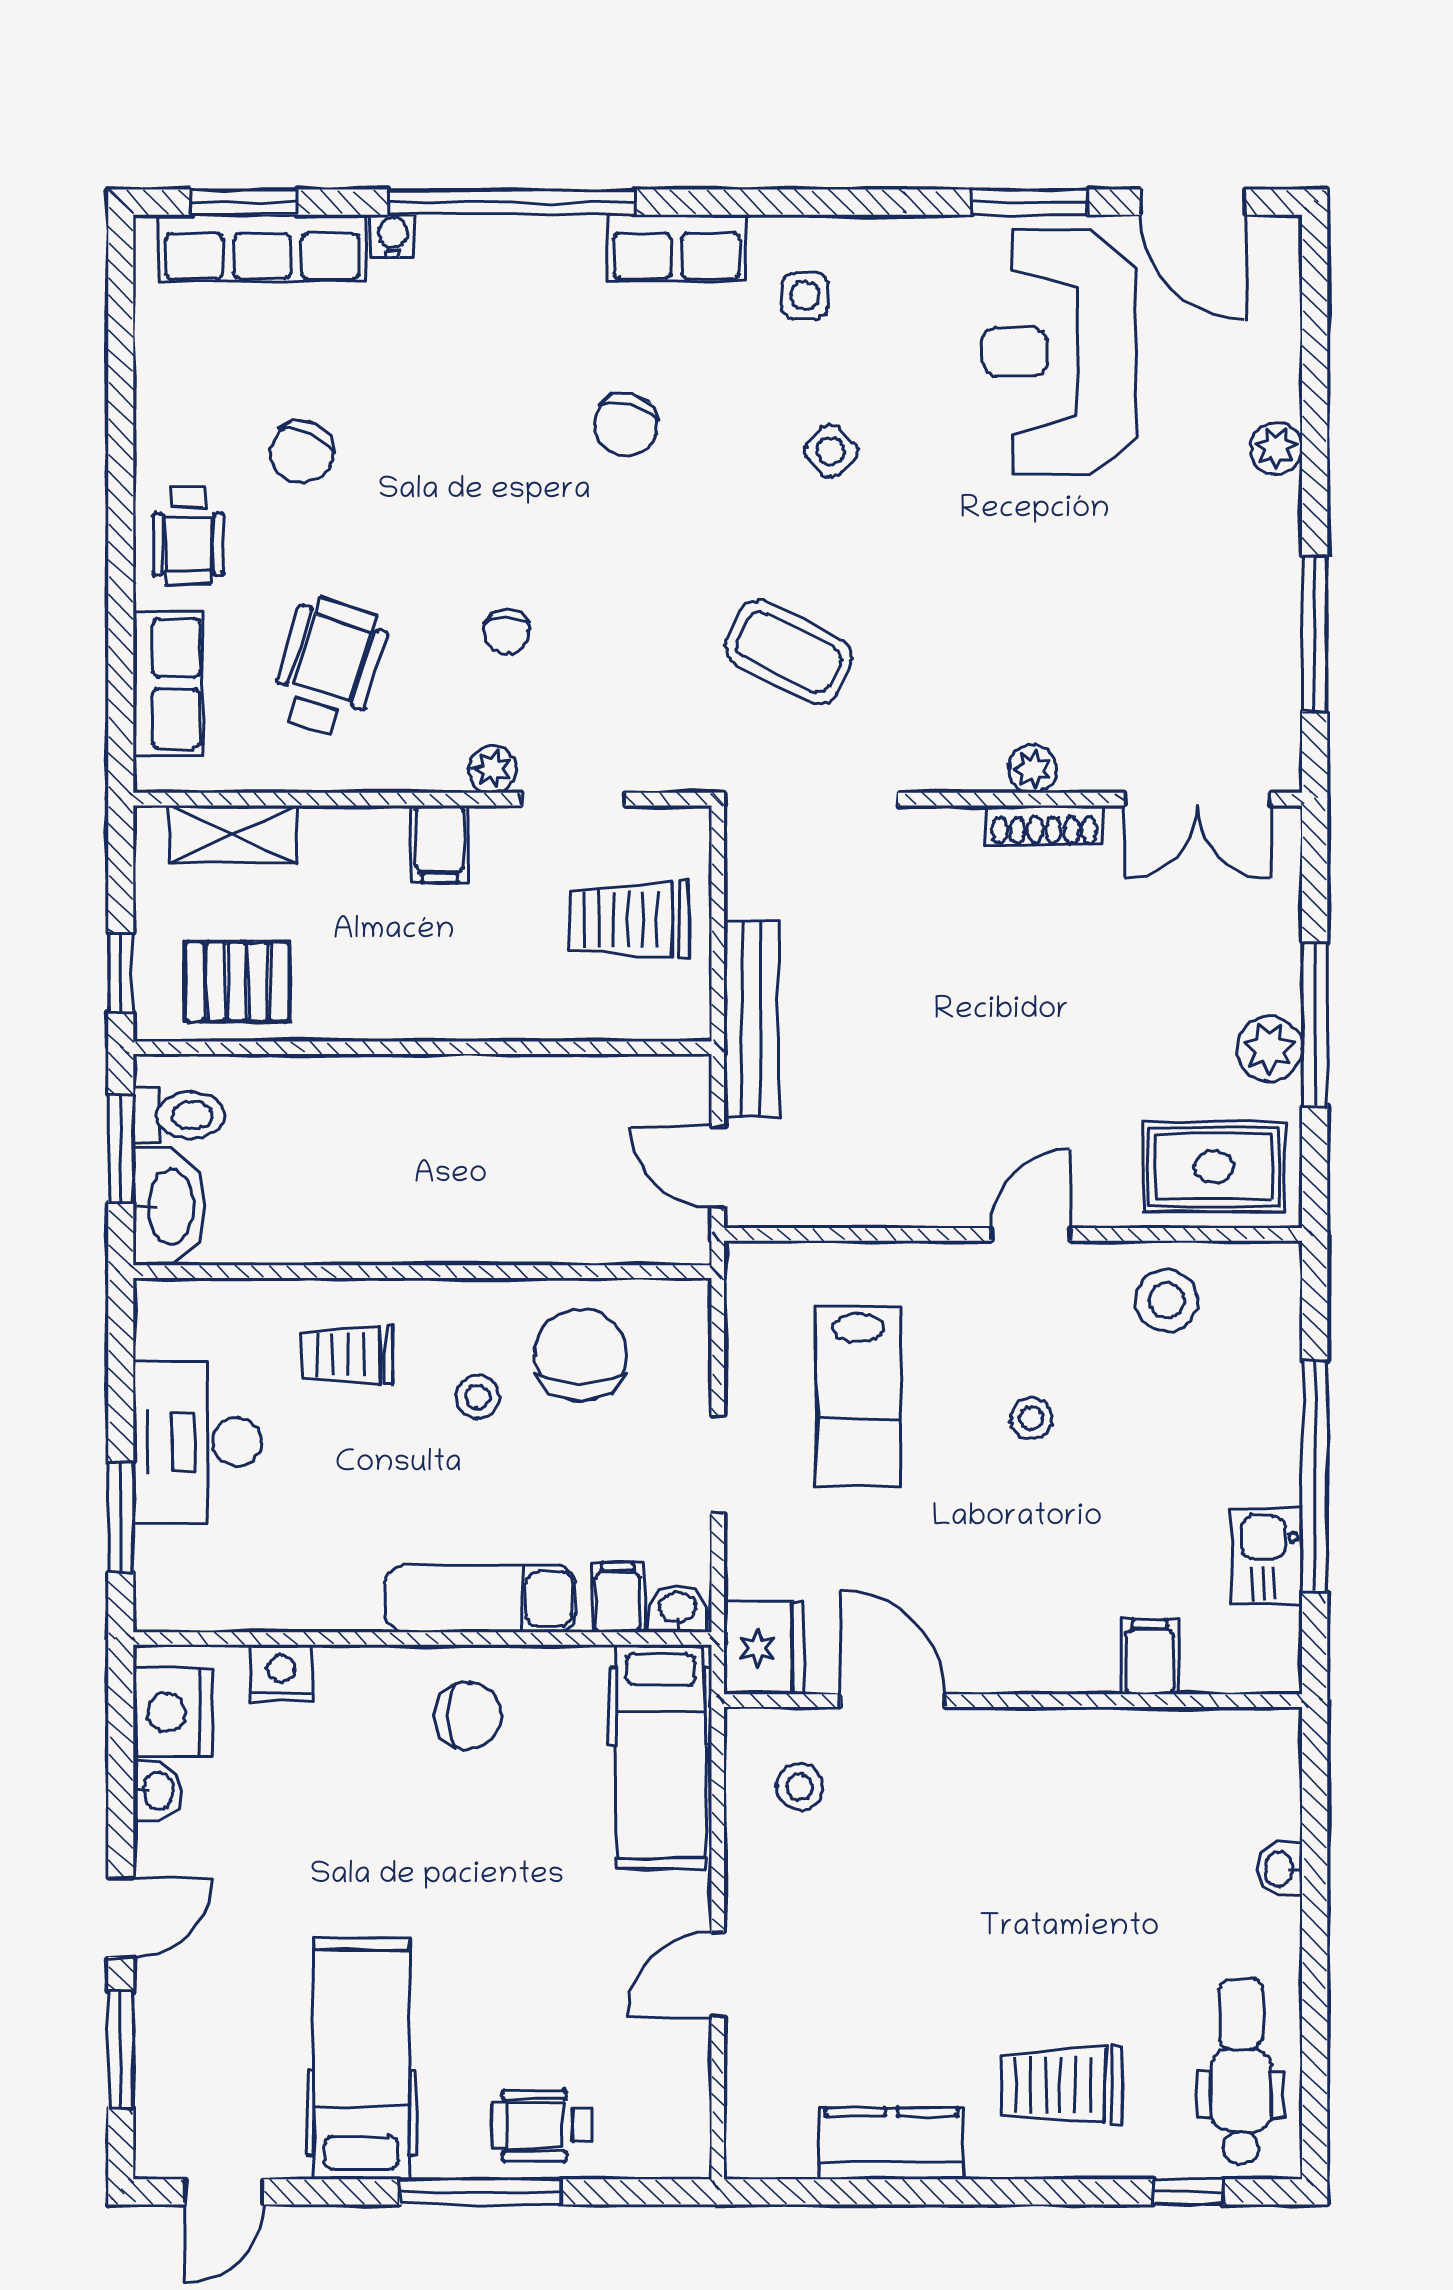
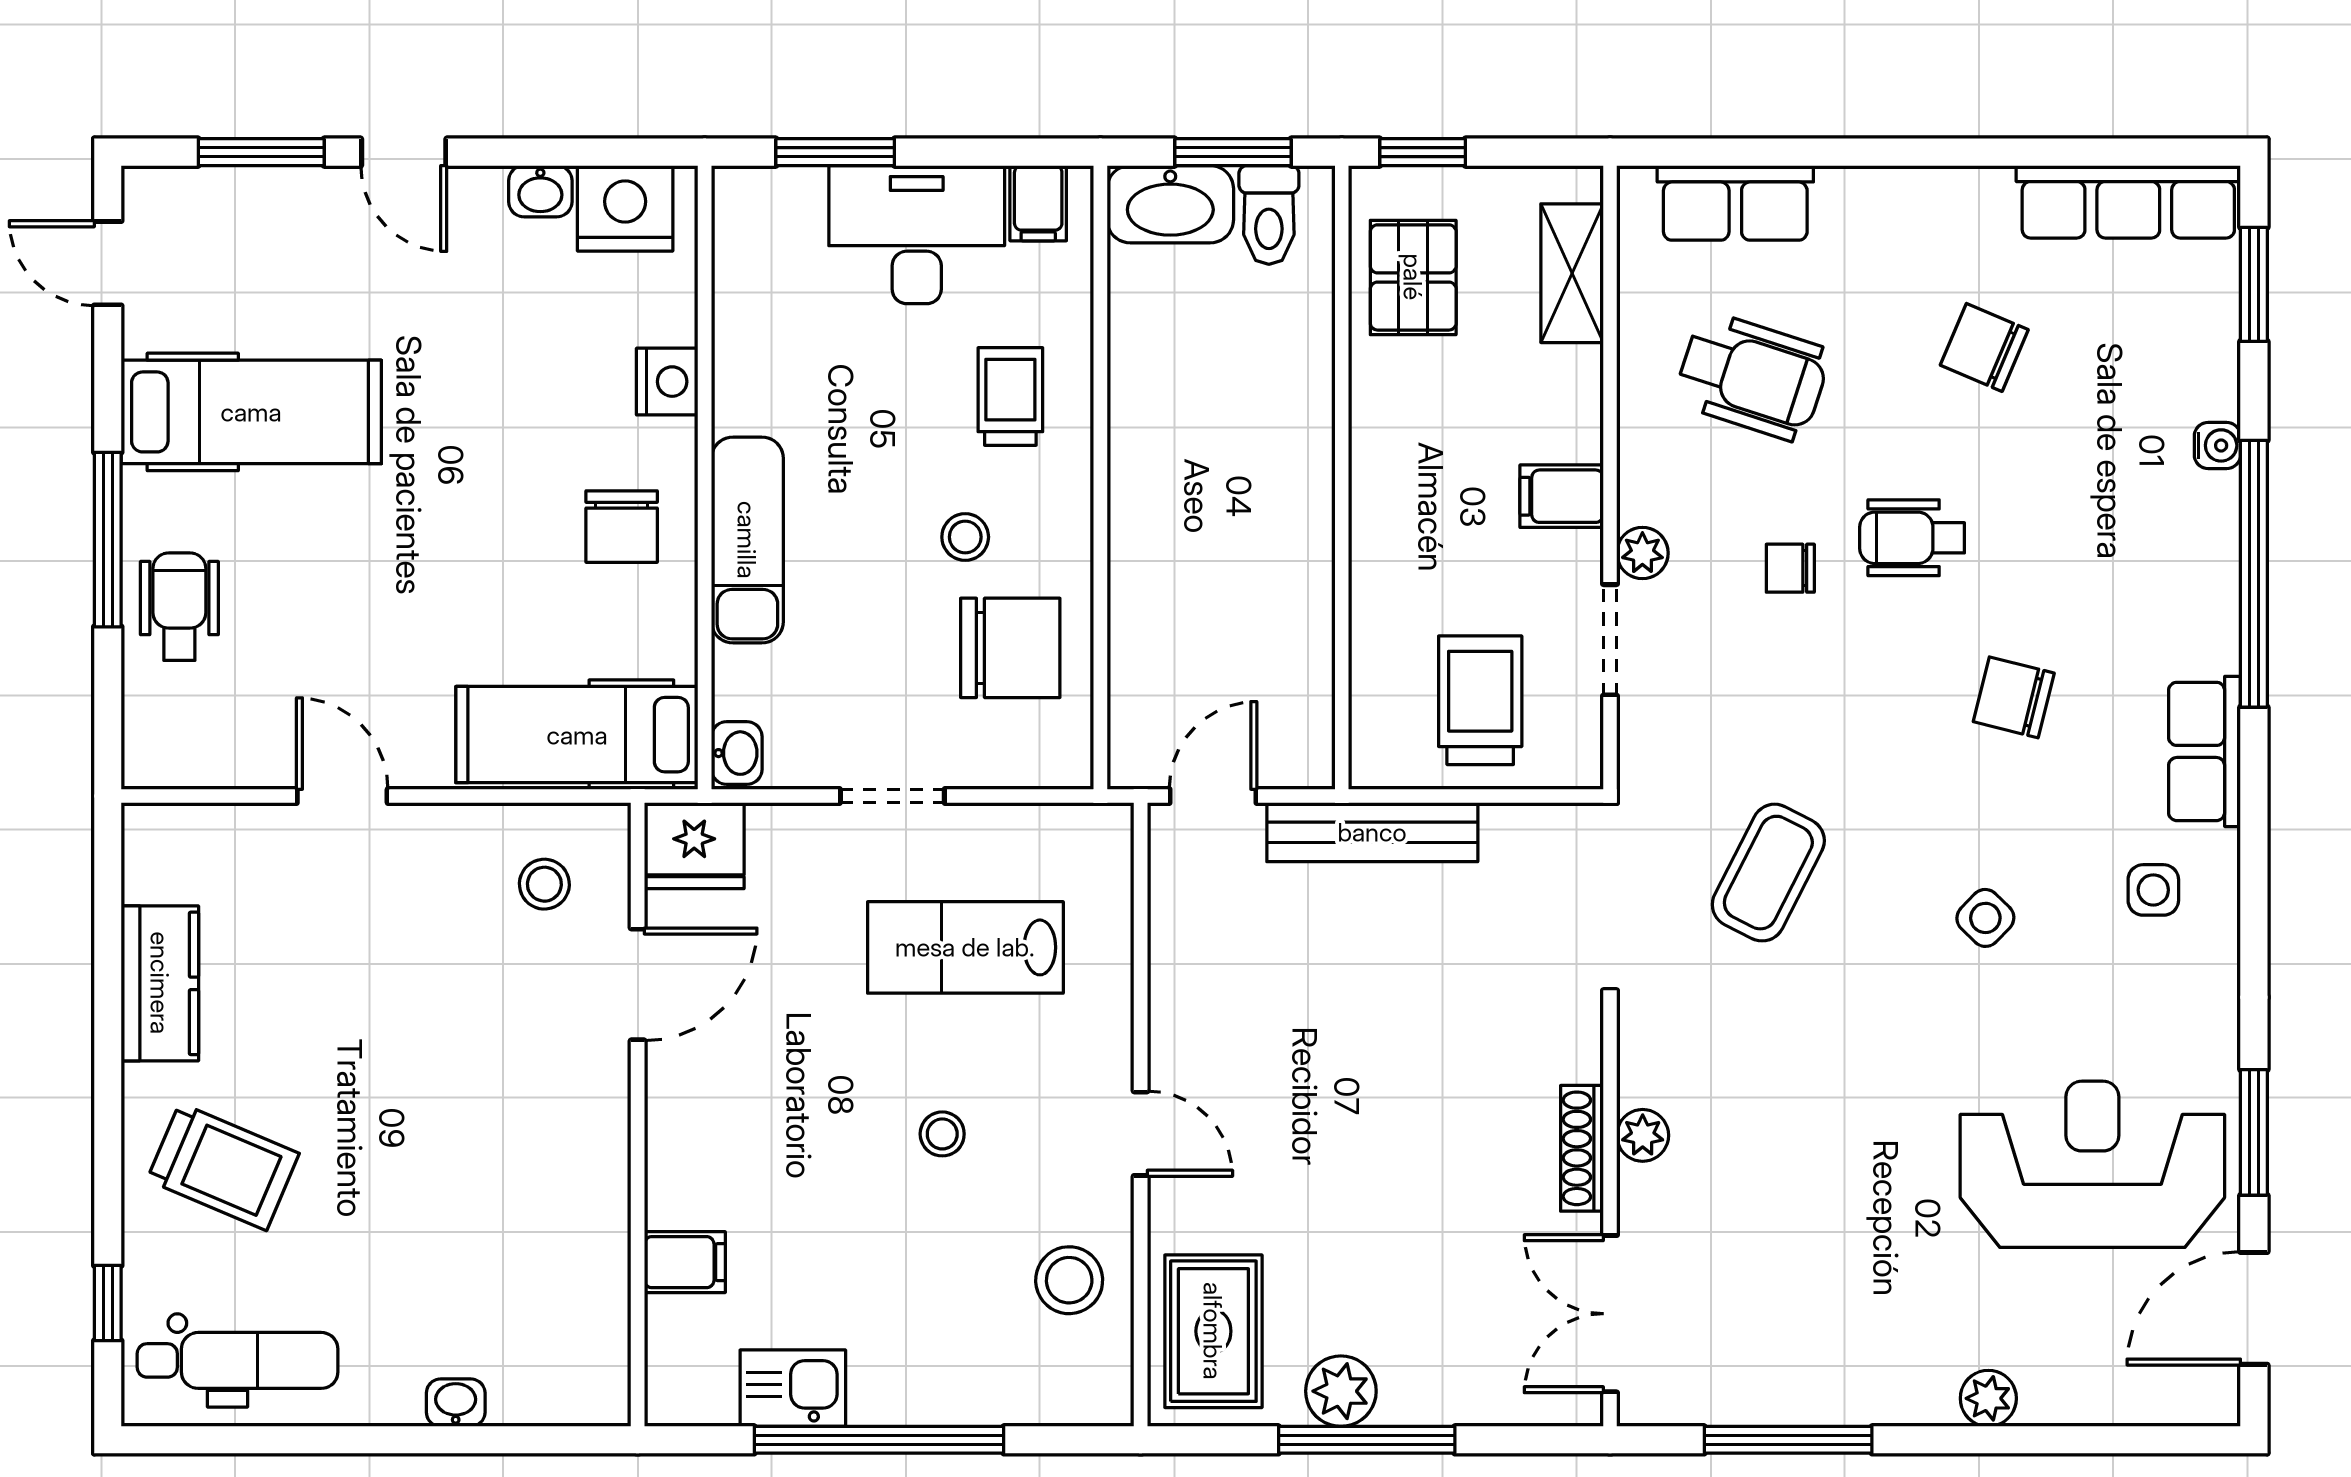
row of seats: (262, 248) -> (2128, 202), moved, turned -90
wheelchair: (188, 536) -> (1912, 538), moved
filing cabinet: (618, 1597) -> (1038, 203), moved, turned 90
nightstand: (281, 1673) -> (667, 382), moved
trolley: (1061, 2085) -> (223, 1167), turned 113

